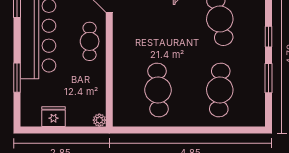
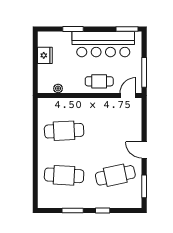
plant: (99, 120) -> (58, 88), moved

